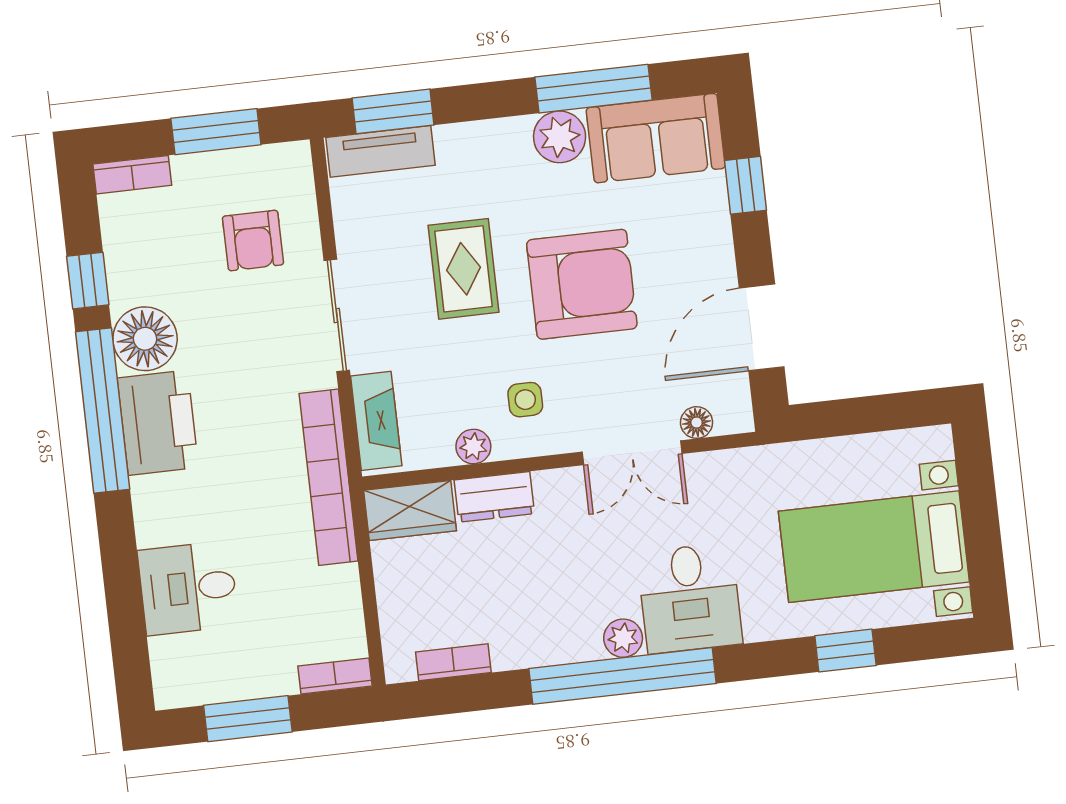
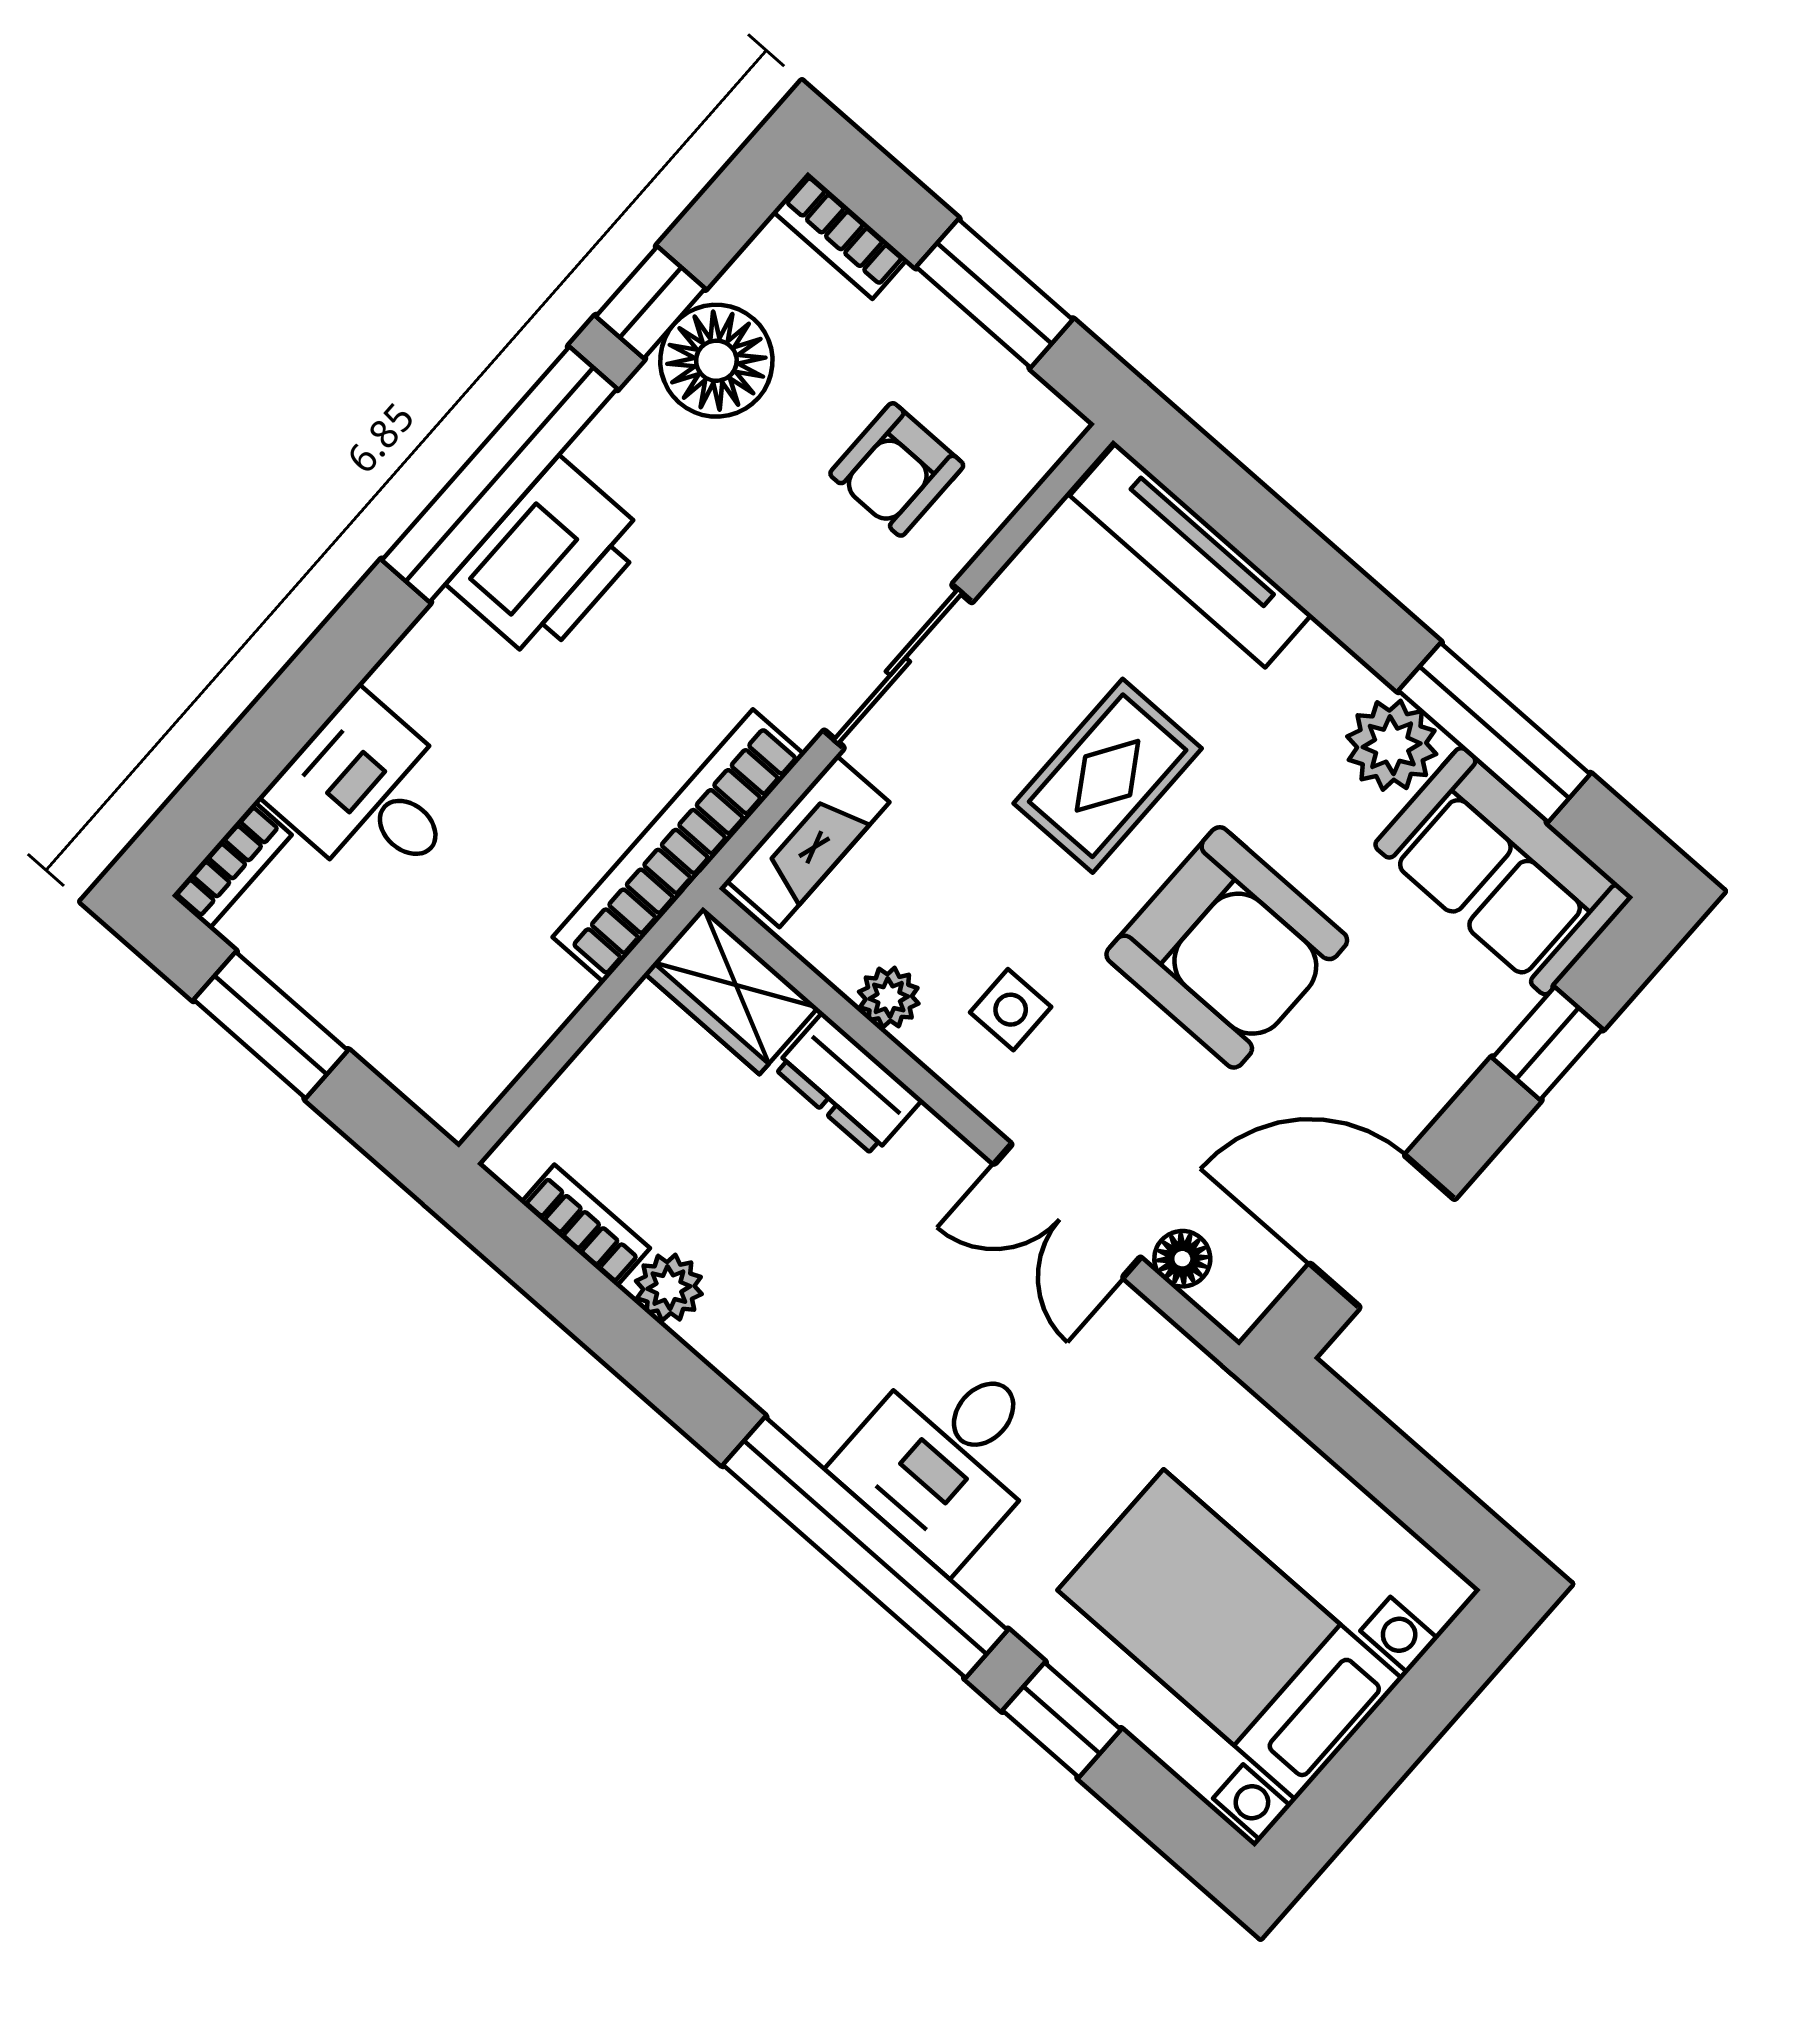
window: (393, 111) -> (1229, 499), removed
tv unit: (381, 151) -> (1191, 555), width x1.41
floor lamp: (145, 339) -> (716, 361), moved
plant: (623, 638) -> (669, 1288), moved
bookcase: (335, 676) -> (232, 865), moved, turned 90
window: (623, 676) -> (865, 1547), moved

